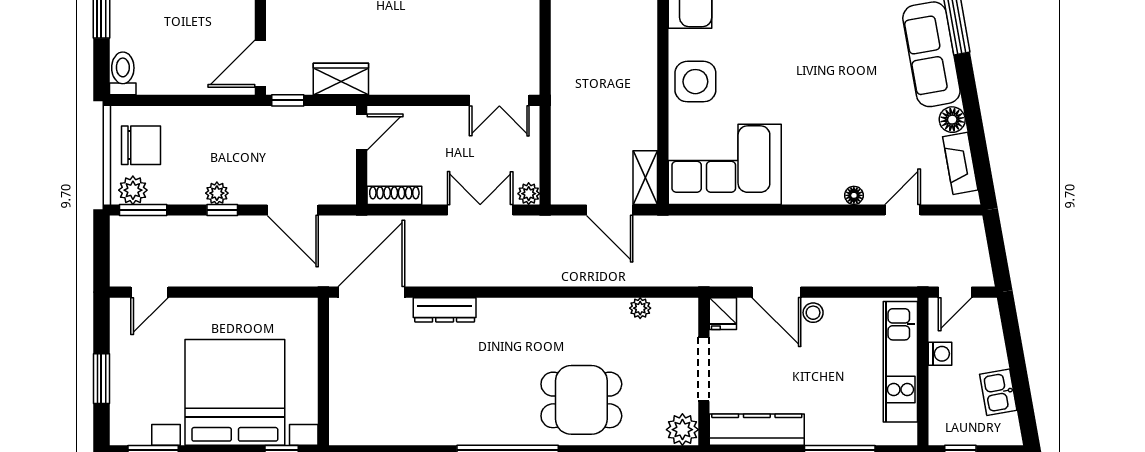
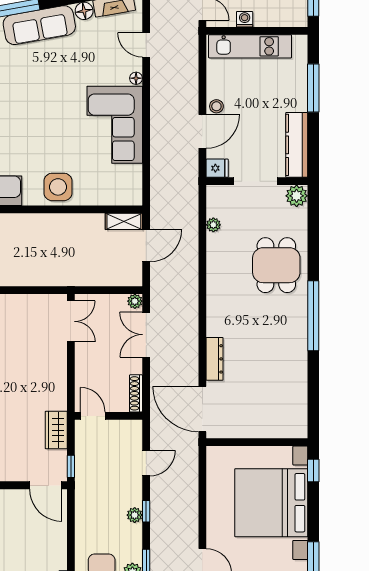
corner sofa: (725, 164) -> (115, 125), moved
door: (293, 210) -> (146, 463), width x0.73

